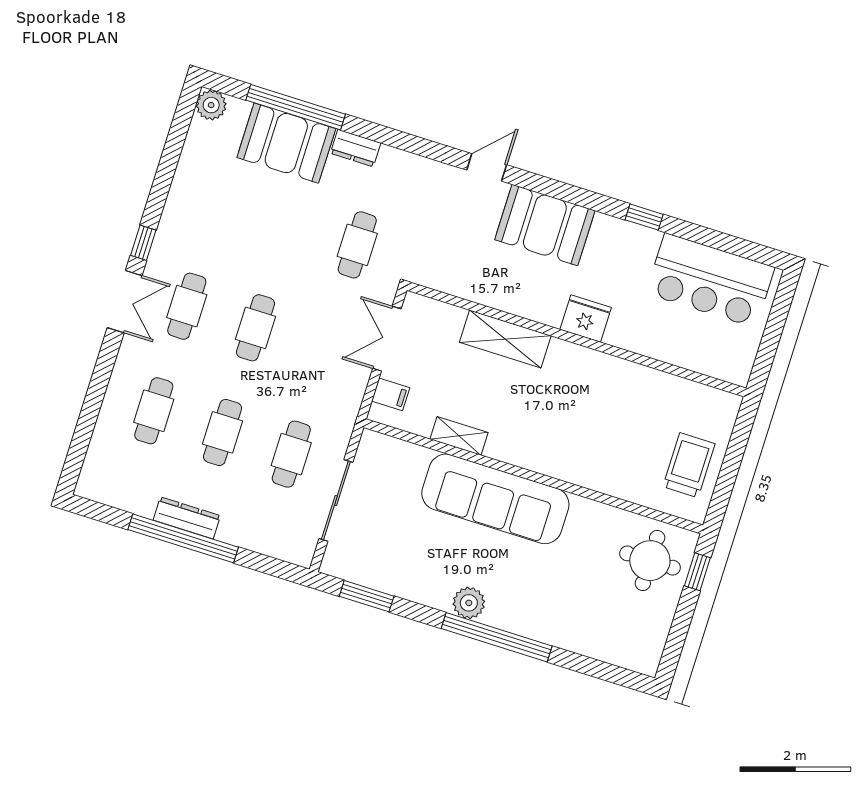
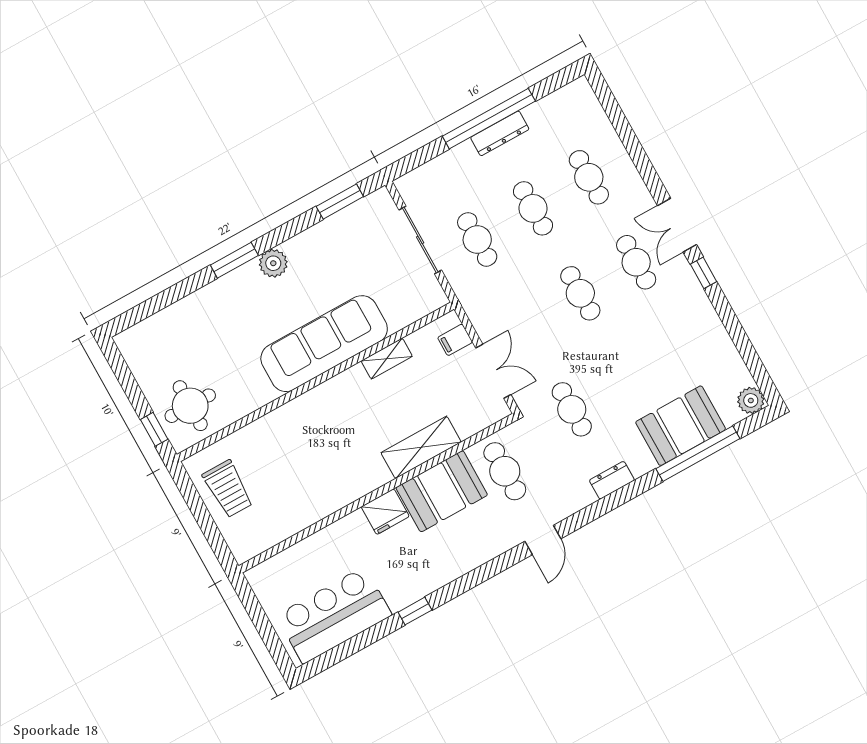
dresser: (356, 148) -> (612, 480), moved
booth: (545, 225) -> (442, 491), moved
cafe table: (460, 252) -> (505, 471), added
window: (497, 637) -> (234, 260), width x0.47

